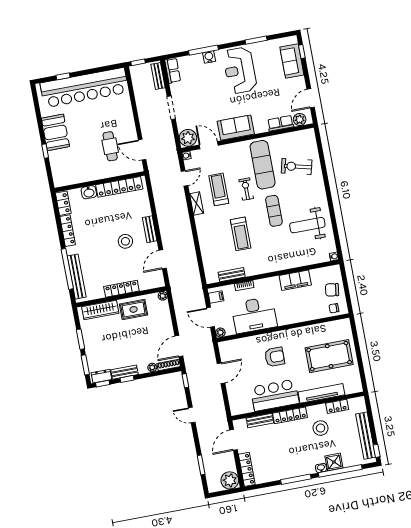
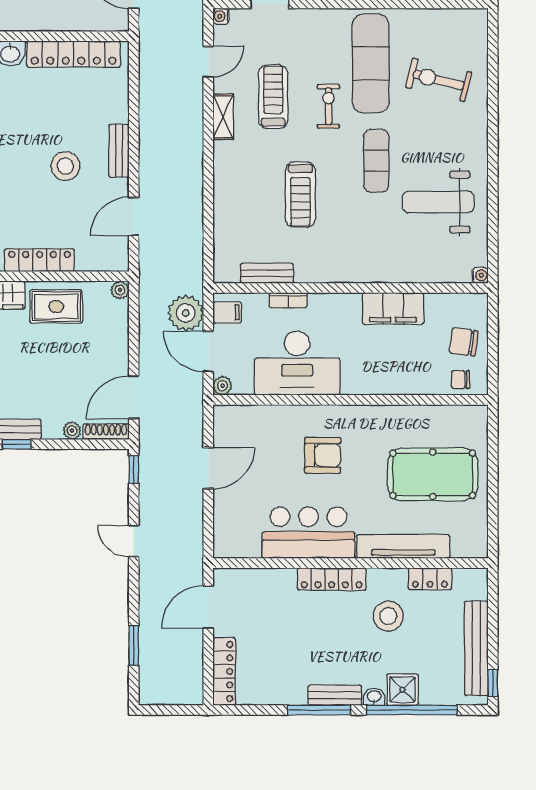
bench: (260, 421) -> (335, 695), moved
plant: (230, 480) -> (186, 313), moved

